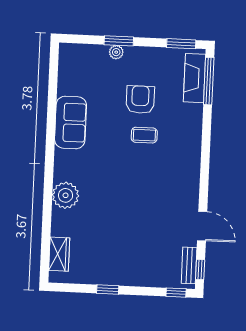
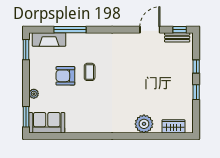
window: (119, 41) -> (26, 117), moved
window: (209, 81) -> (70, 30), moved
sofa: (71, 122) -> (47, 123), moved
plant: (66, 195) -> (144, 124), moved
window: (176, 293) -> (196, 67), moved

